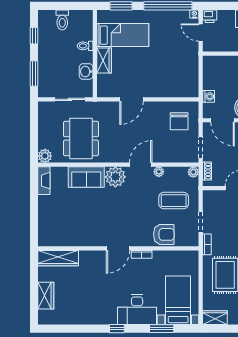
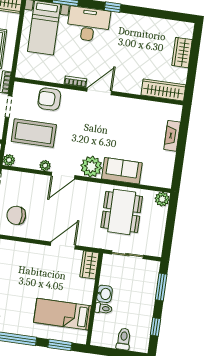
wardrobe: (104, 60) -> (89, 265), moved
washbasin: (86, 71) -> (105, 294), moved
chair: (179, 121) -> (16, 215), turned -90
fireplace: (44, 181) -> (172, 136), moved
coffee table: (174, 201) -> (34, 133), width x1.36, depth x1.32

